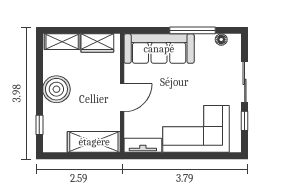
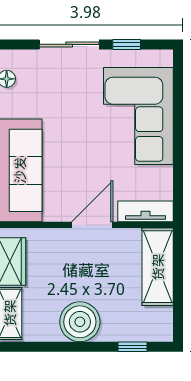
door: (122, 98) -> (92, 225), hinge flipped
tv unit: (143, 145) -> (146, 211), moved, turned 90

